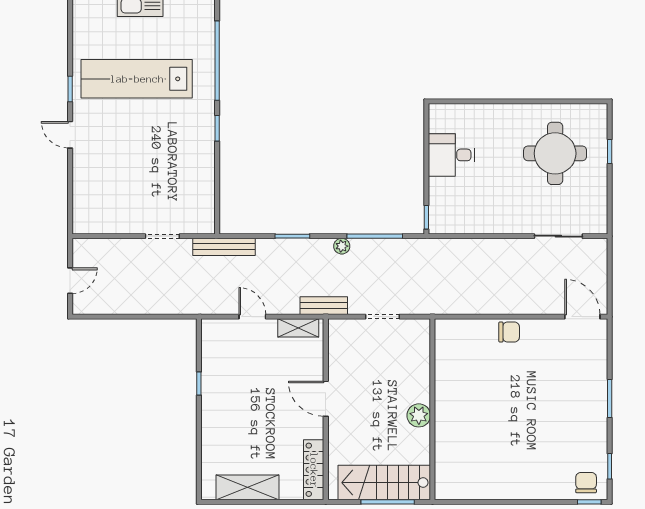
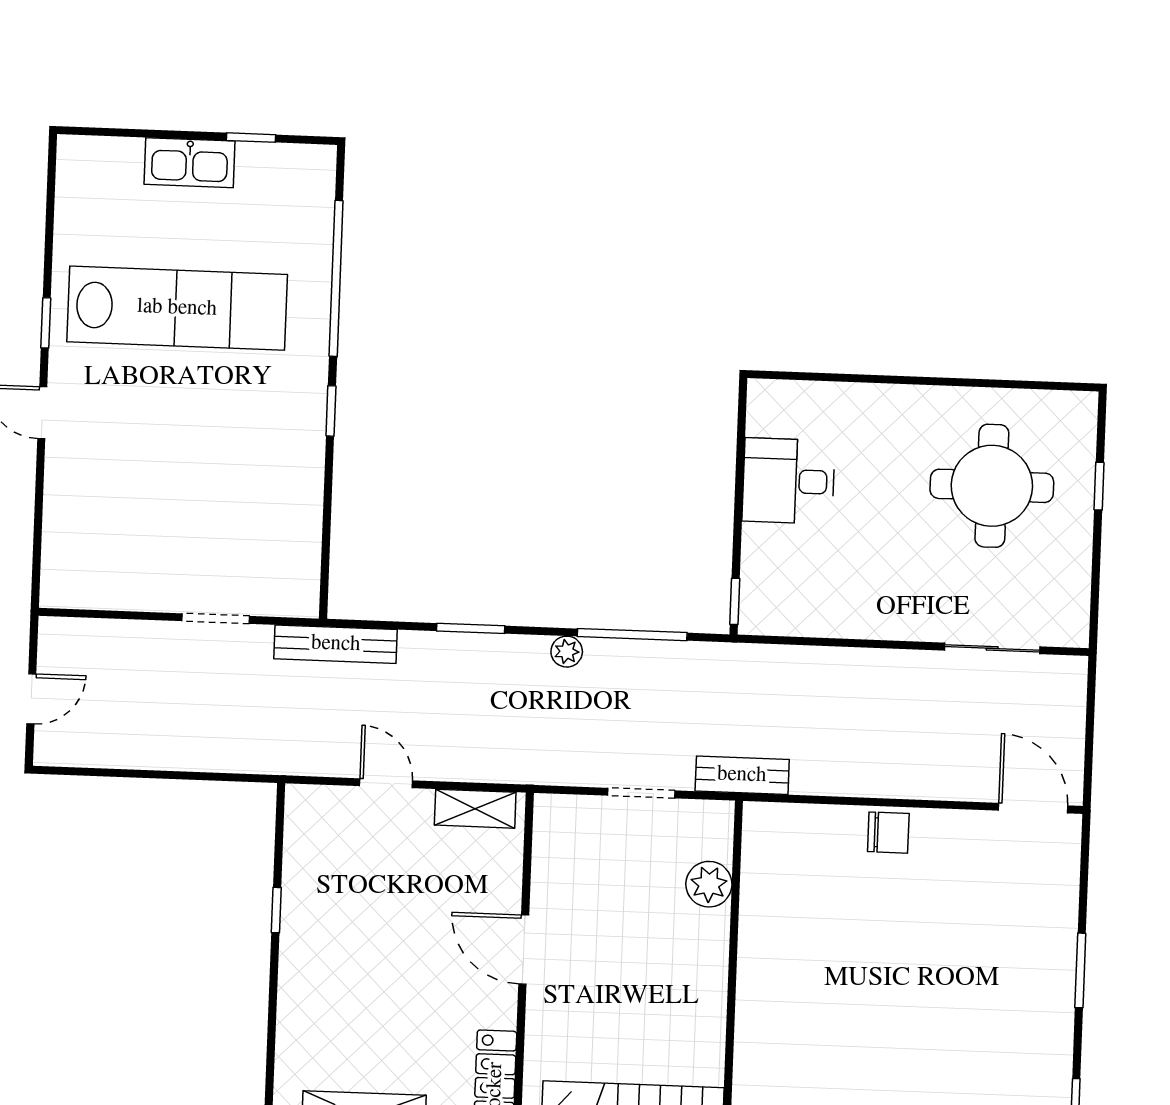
lab bench: (137, 79) -> (177, 308), turned 180
bench: (324, 306) -> (742, 775), moved
plant: (419, 415) -> (709, 884), moved

